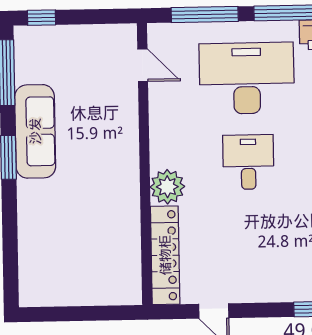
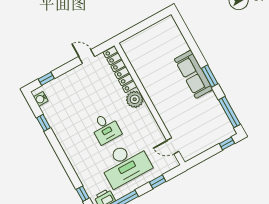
window: (205, 15) -> (158, 182), width x0.46
sofa: (35, 131) -> (193, 74), moved

